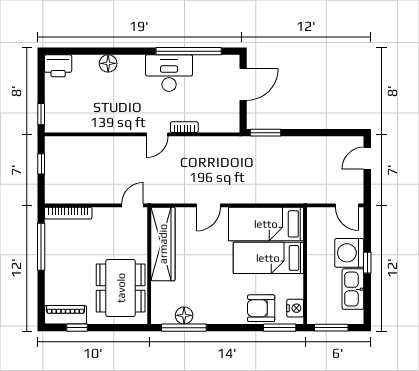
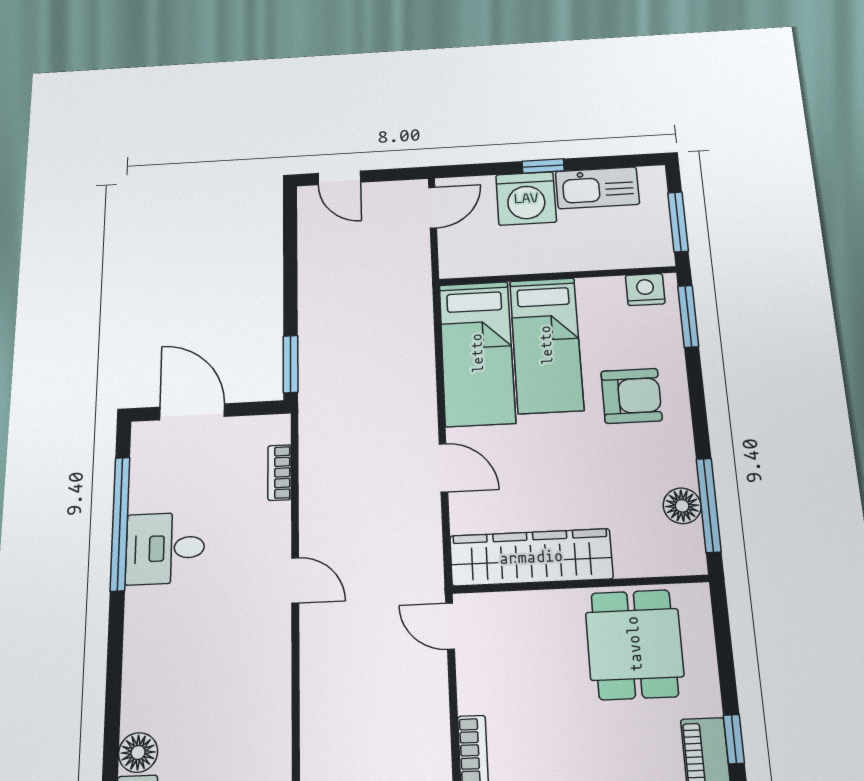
floor lamp: (108, 63) -> (138, 752), moved
desk: (169, 73) -> (165, 548), width x0.73
bookcase: (184, 127) -> (280, 473), moved
dining table: (121, 288) -> (634, 644), width x0.73
armchair: (261, 308) -> (631, 396), moved, turned -90

